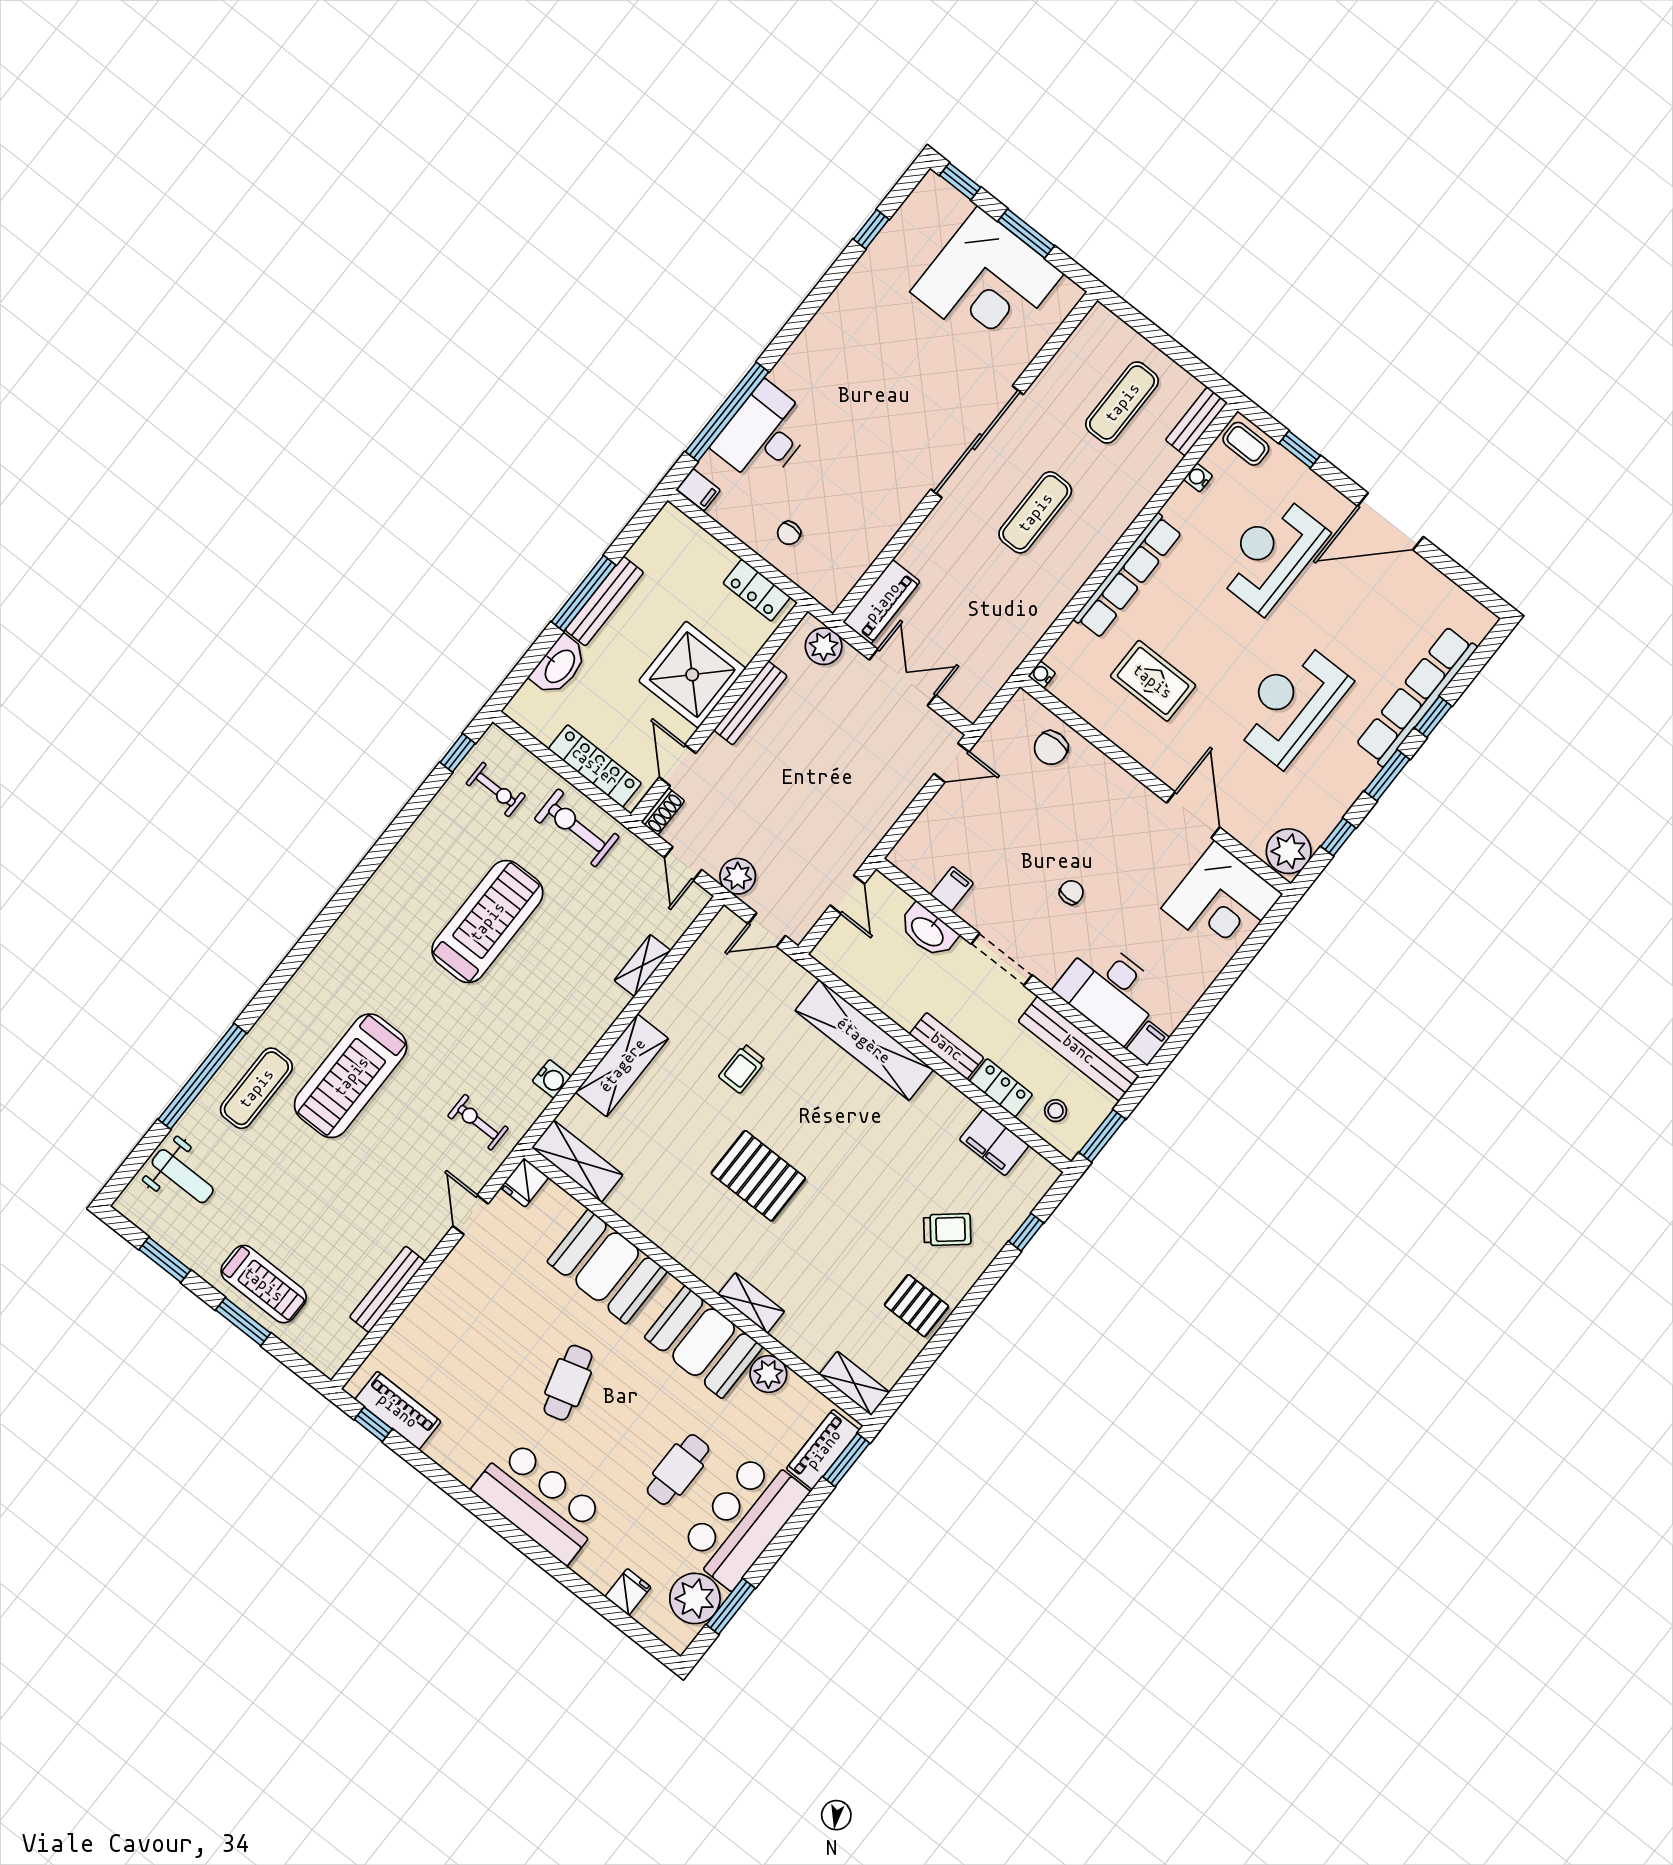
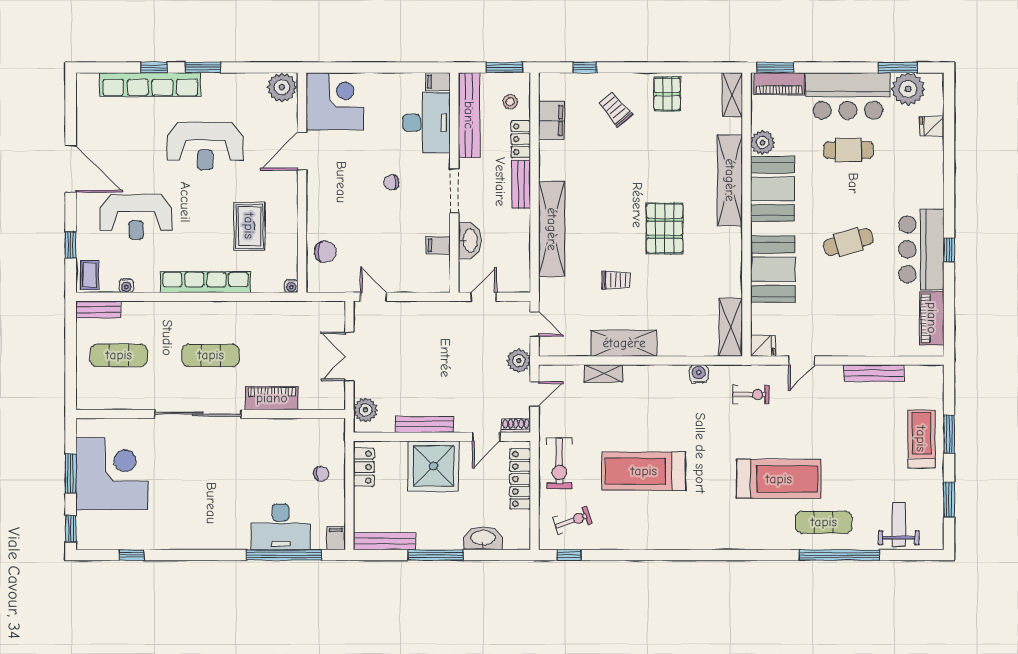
bench: (604, 601) -> (384, 541), moved
piano: (882, 602) -> (272, 398), moved
exercise bike: (496, 790) -> (572, 520), turned 71
window: (1338, 837) -> (254, 67), removed
shelving: (622, 1065) -> (624, 343), moved
exercise bike: (478, 1122) -> (751, 394), turned -90
shelving: (751, 1303) -> (730, 180), width x2.20, depth x1.33
window: (373, 1424) -> (949, 250), moved
bar counter: (539, 1502) -> (921, 249), moved

